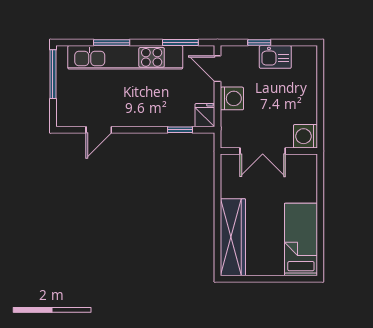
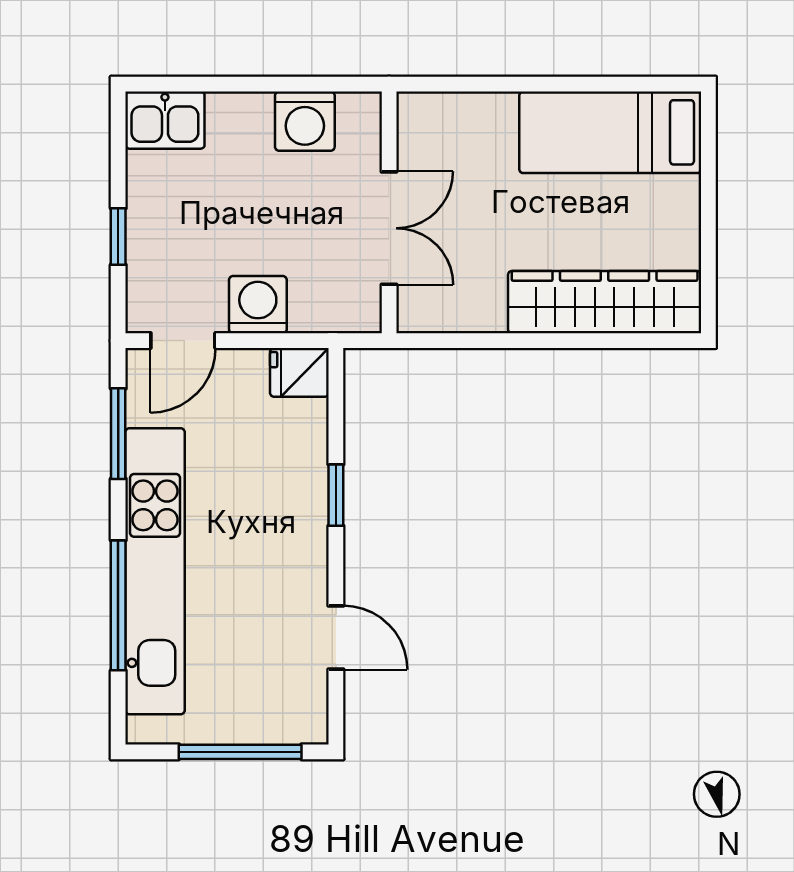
window: (112, 43) -> (118, 605), width x1.44
kitchen sink: (275, 57) -> (165, 120), moved, turned 90
window: (53, 74) -> (240, 752), moved
window: (180, 130) -> (336, 495), moved
washing machine: (305, 136) -> (305, 121), moved

